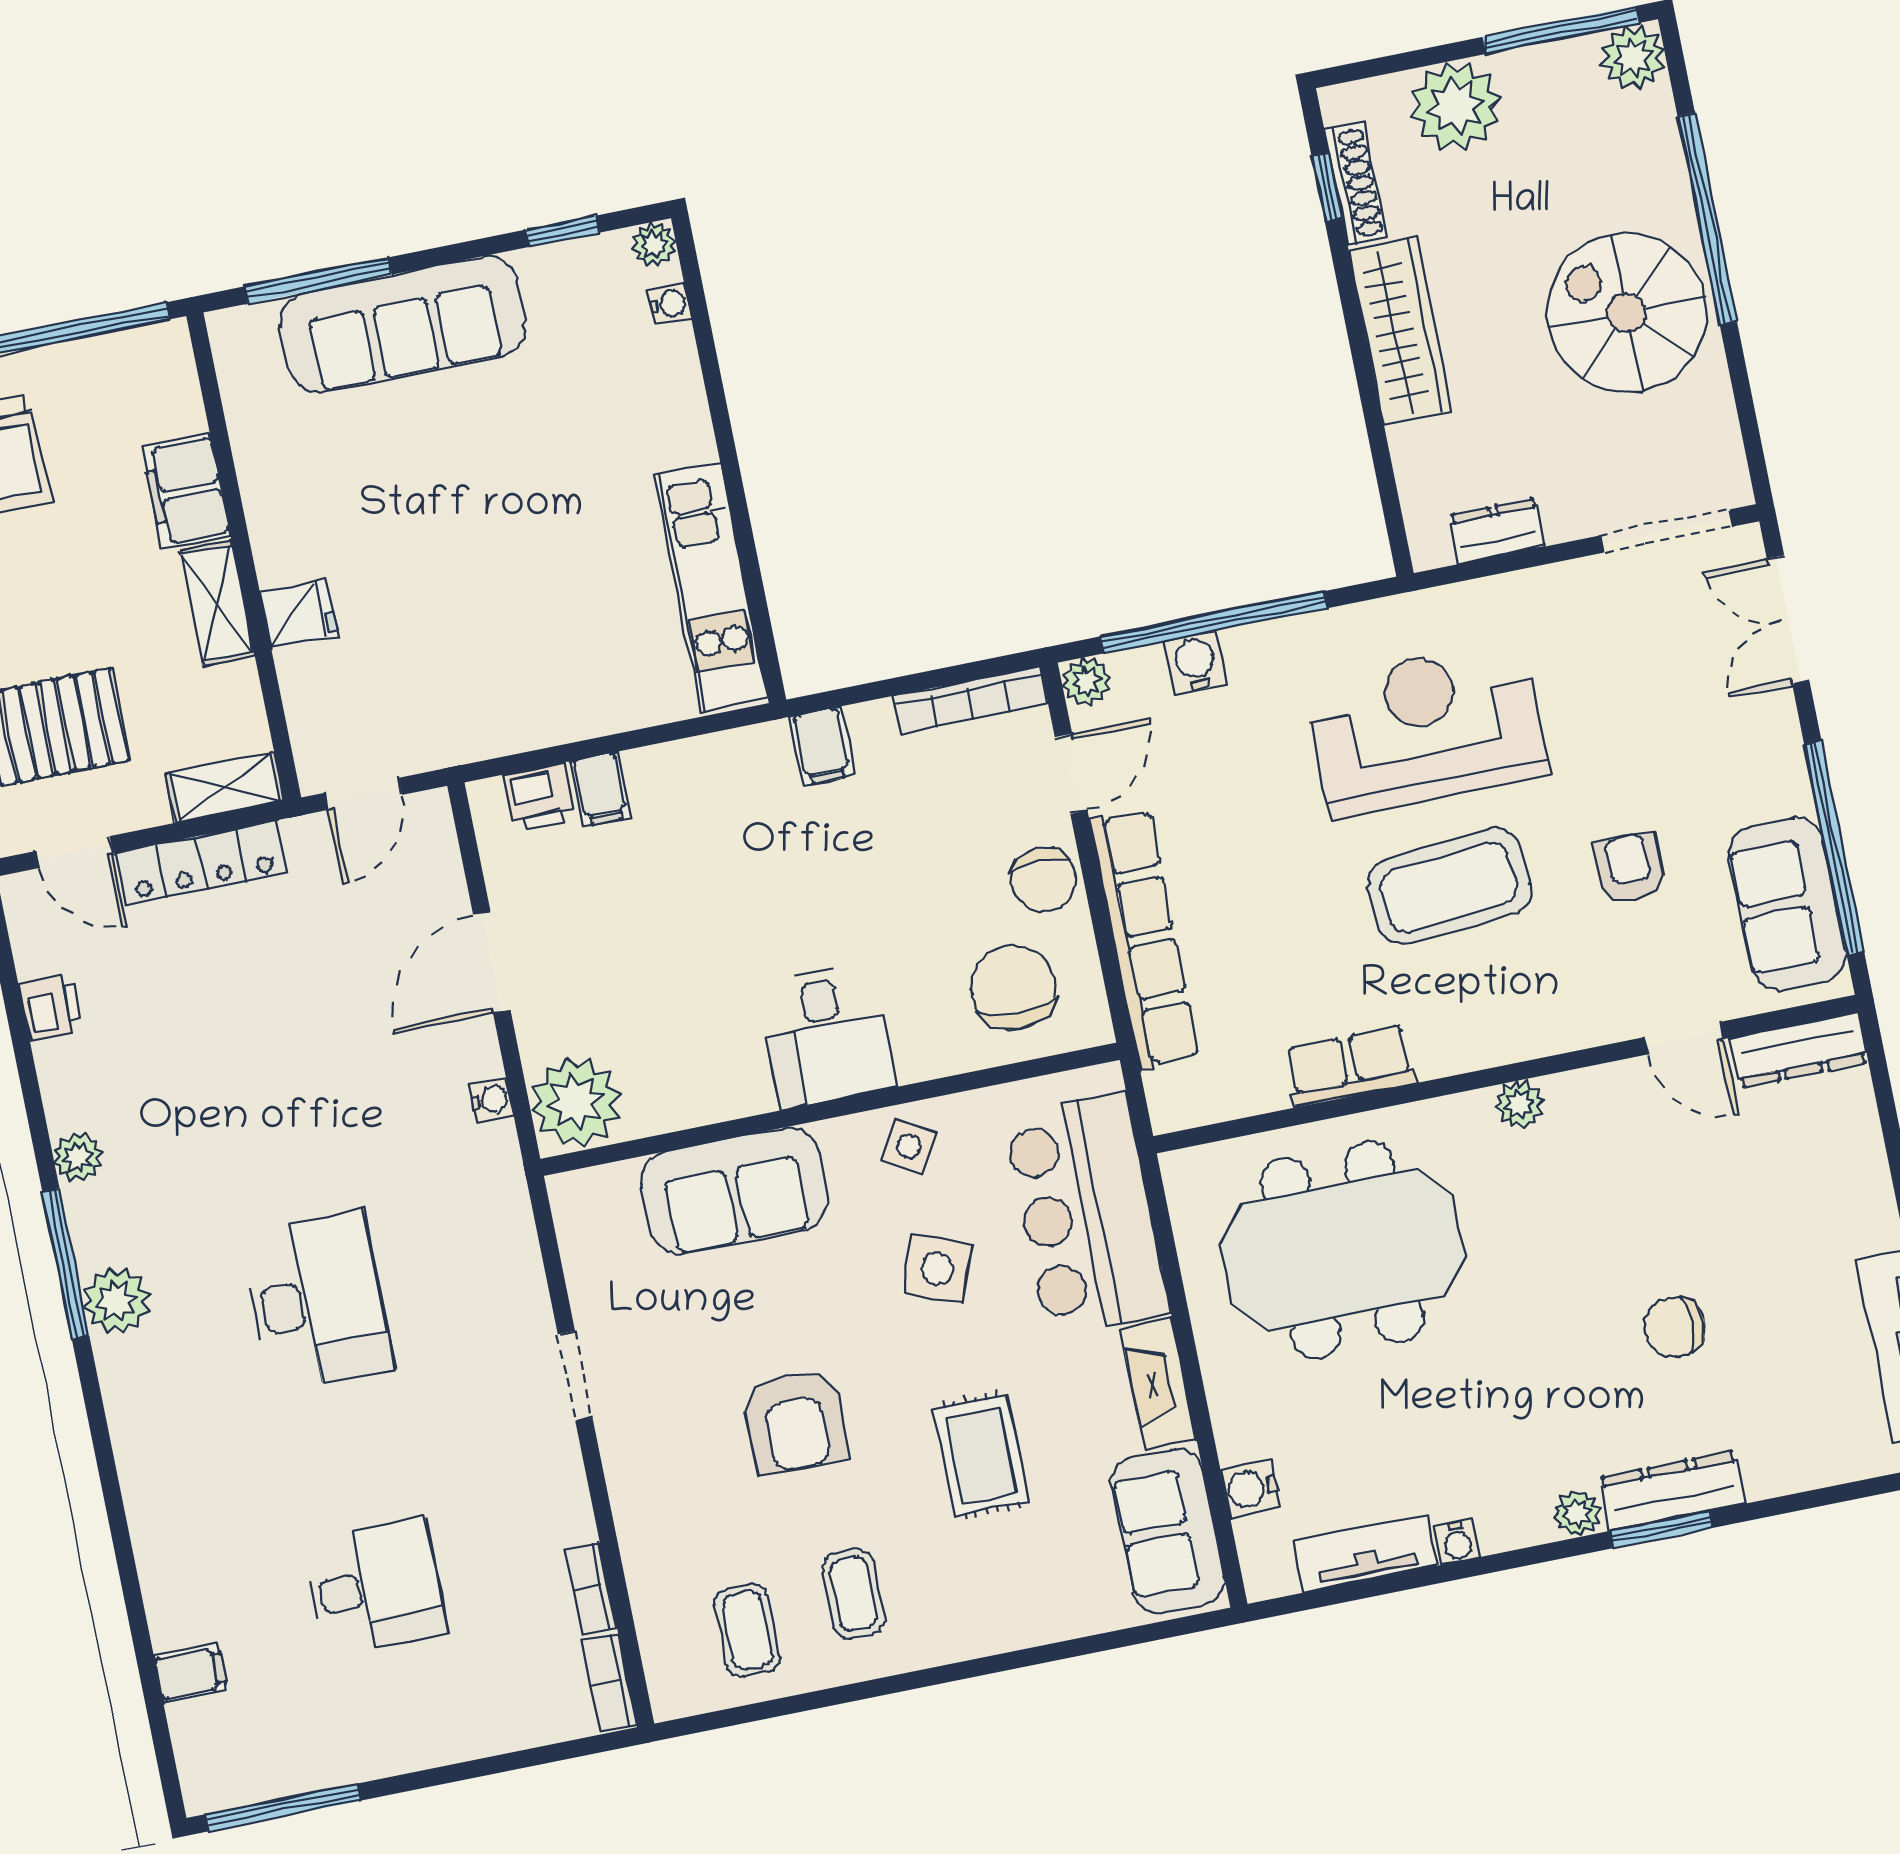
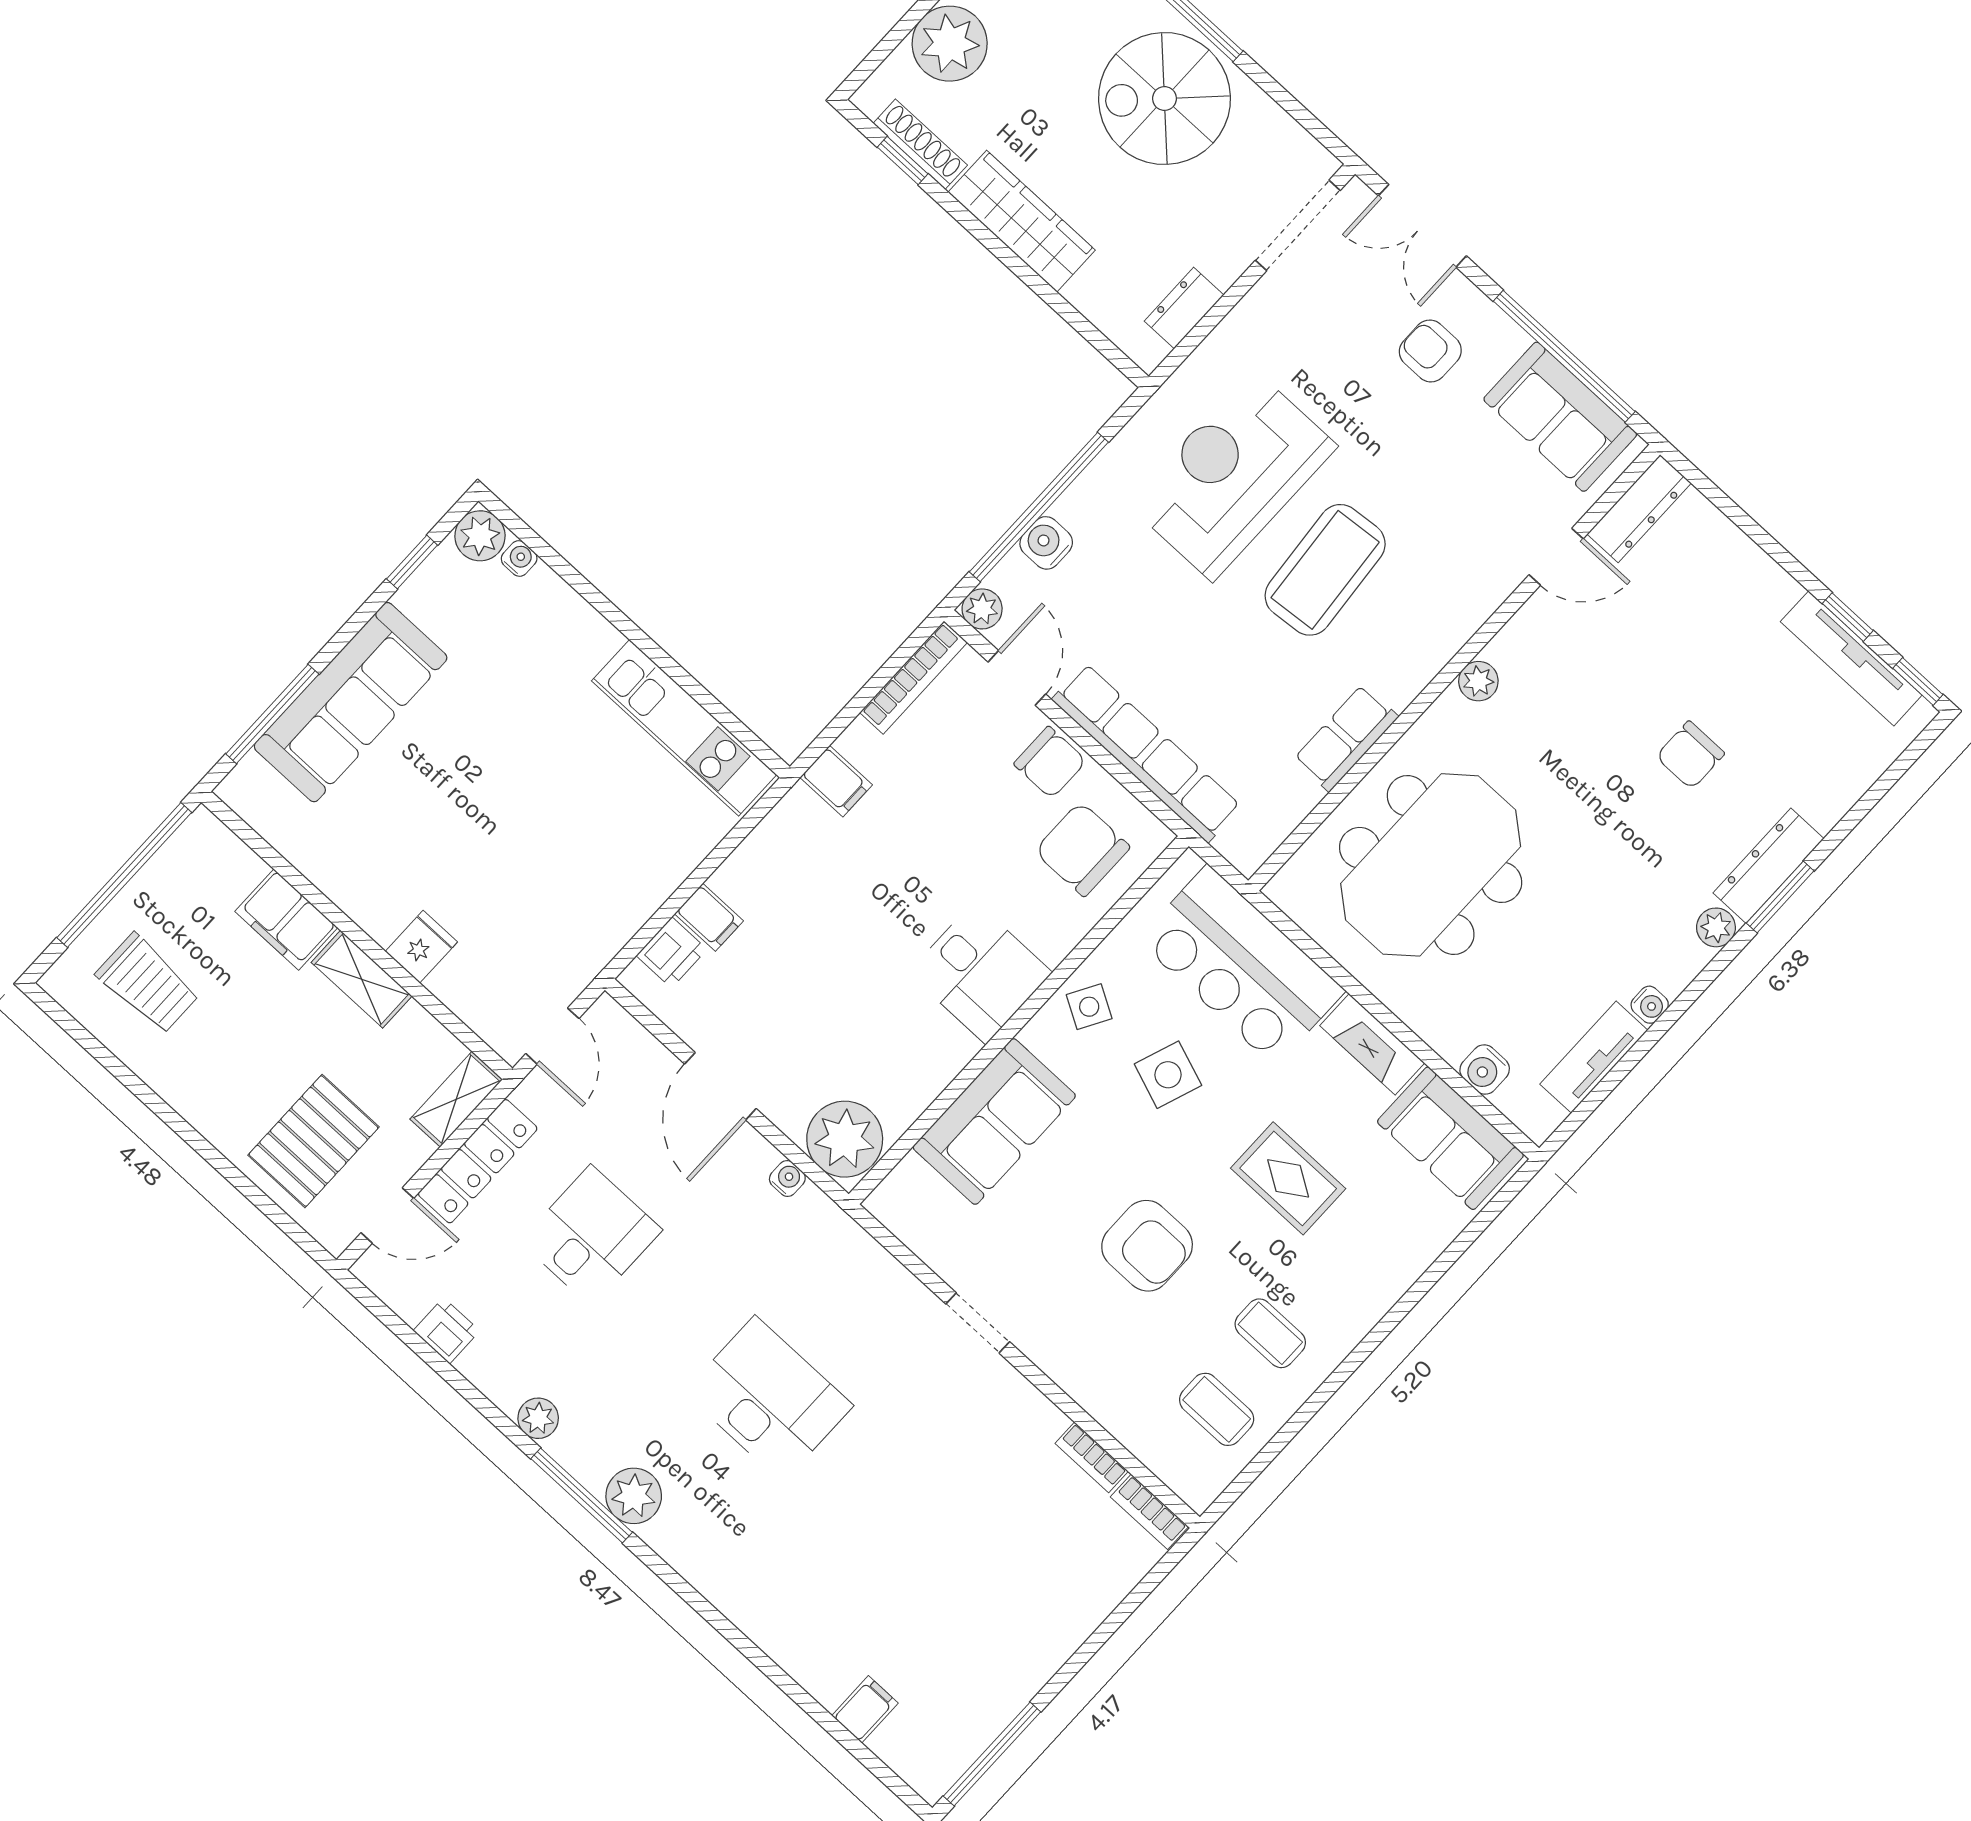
plant: (654, 244) -> (480, 536), width x1.38, depth x1.38
armchair: (1629, 868) -> (1430, 351), moved
desk: (374, 1587) -> (591, 1236), moved

